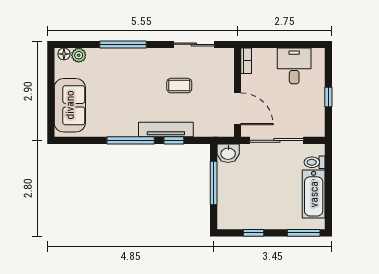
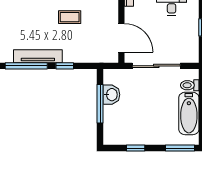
tv unit: (166, 130) -> (38, 56), moved
washbasin: (228, 153) -> (111, 95), moved, turned -90

